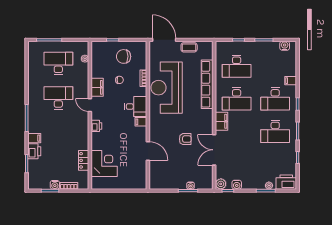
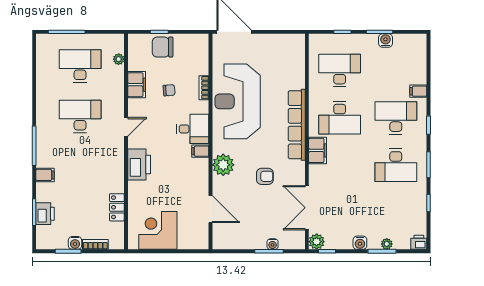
water cooler: (285, 46) -> (386, 40), moved
coffee table: (189, 47) -> (270, 43), removed
chair: (124, 56) -> (163, 47), moved
desk: (237, 66) -> (340, 70), turned 180
row of seats: (207, 84) -> (297, 125), moved
filing cabinet: (97, 87) -> (137, 85), moved
desk: (275, 99) -> (396, 118), turned 180
door: (90, 105) -> (126, 127), swing flipped
printer: (96, 126) -> (139, 165), width x1.87, depth x1.48
plant: (157, 131) -> (223, 165), added
double door: (214, 150) -> (307, 208), moved
printer: (34, 151) -> (45, 214), moved
door: (148, 151) -> (211, 209), moved
corner desk: (104, 164) -> (158, 230), moved, turned -90
printer: (286, 182) -> (419, 242), width x0.53, depth x0.68
water cooler: (237, 185) -> (360, 243), moved

